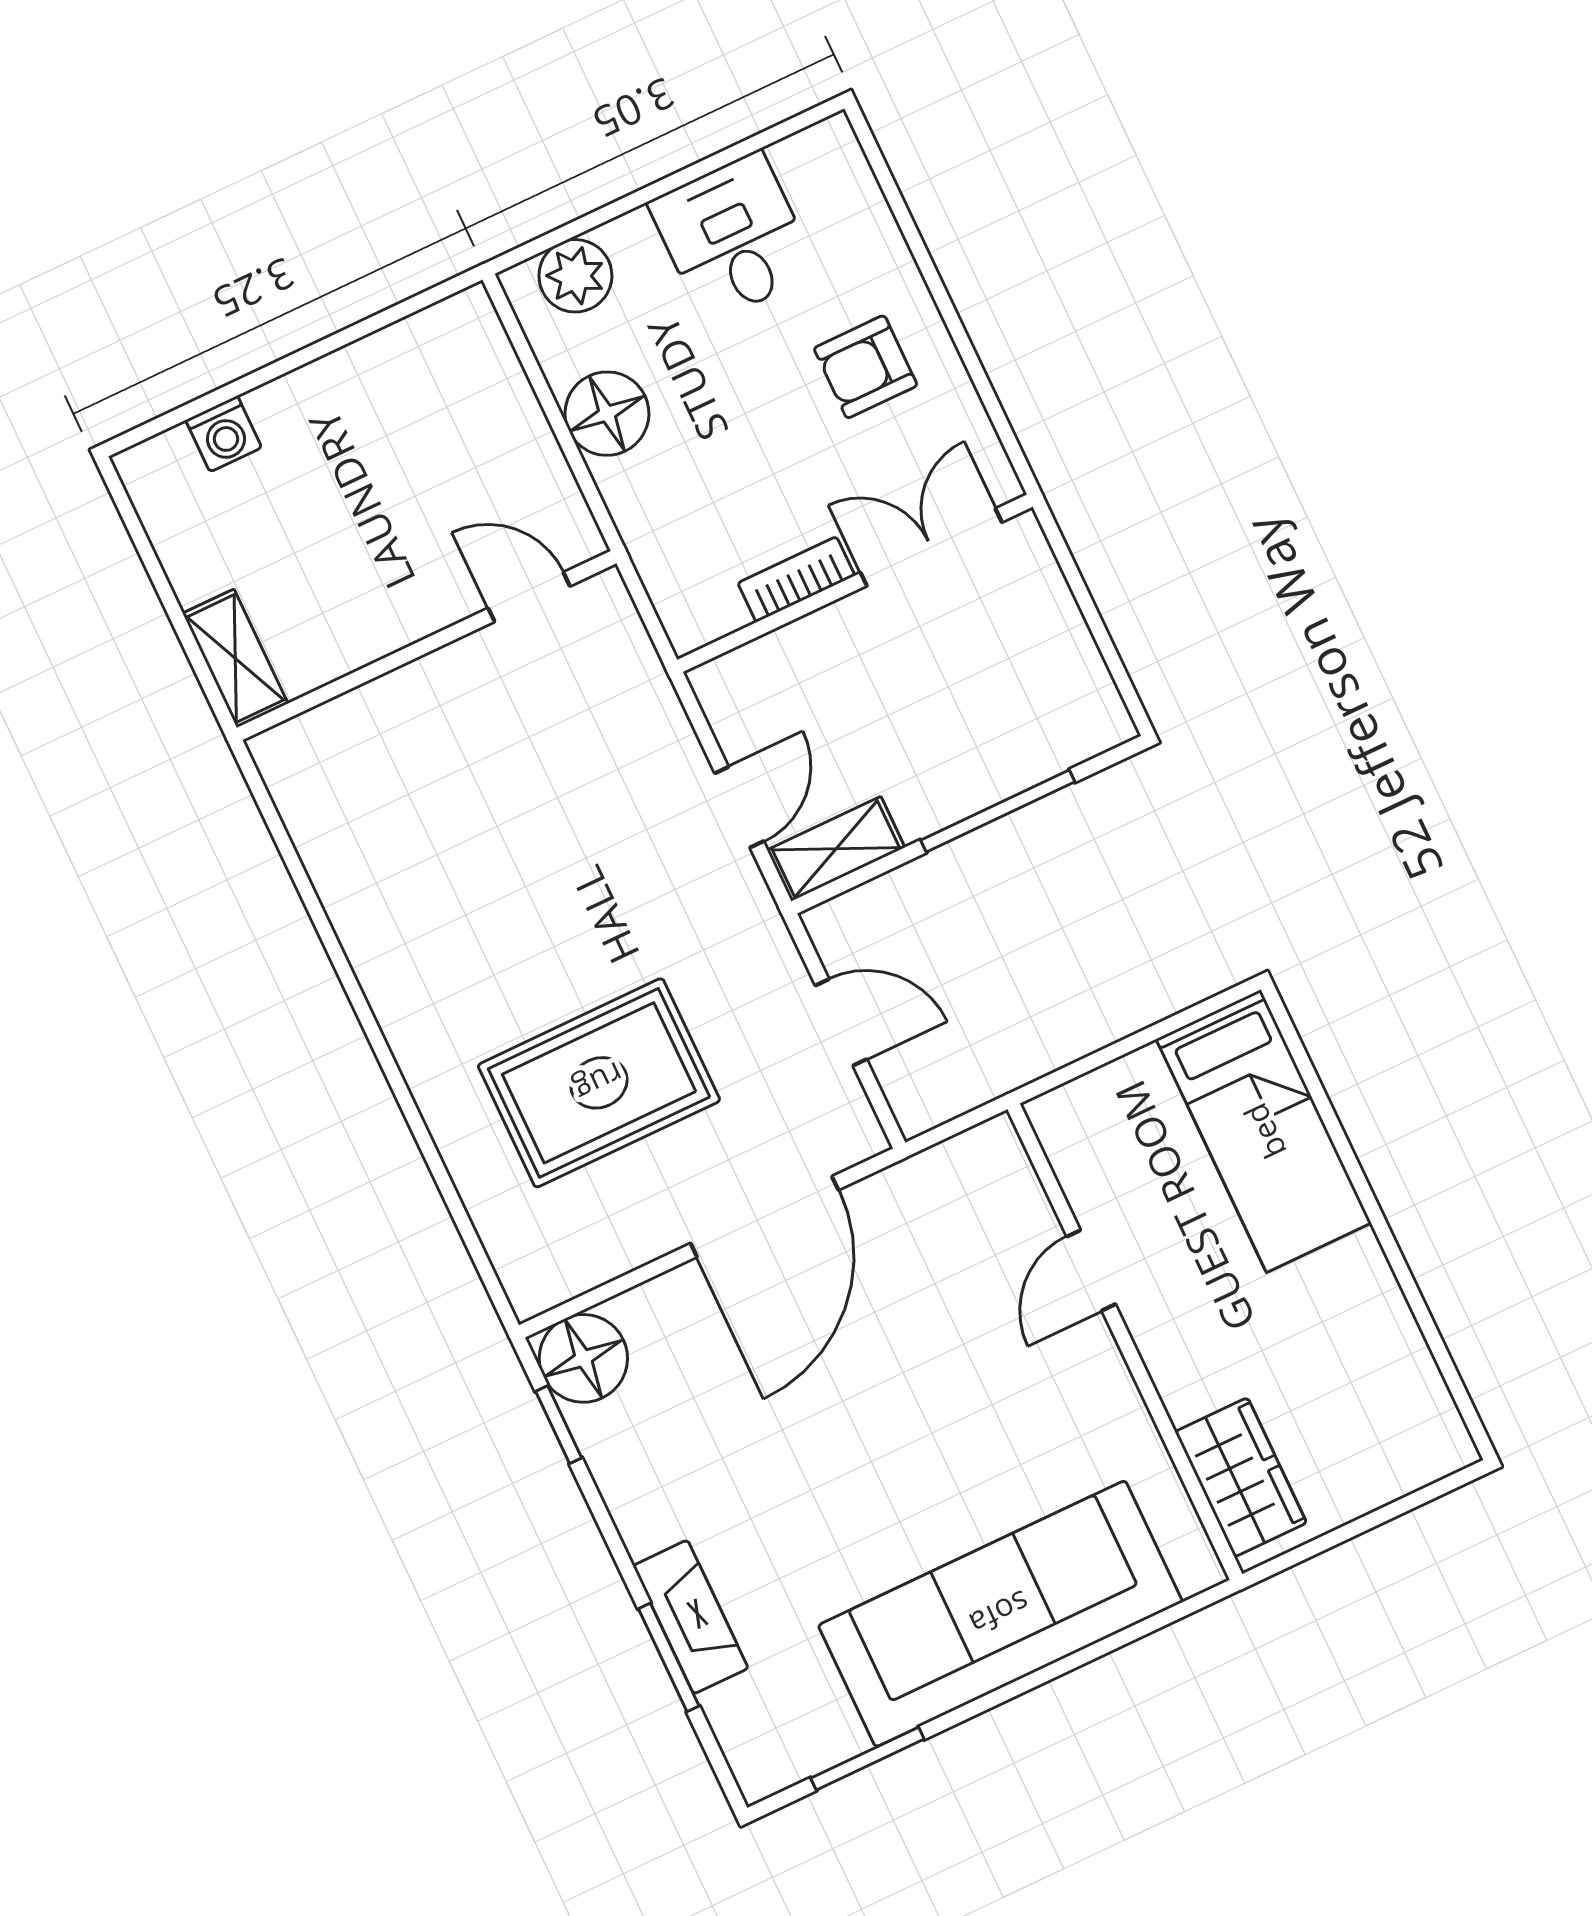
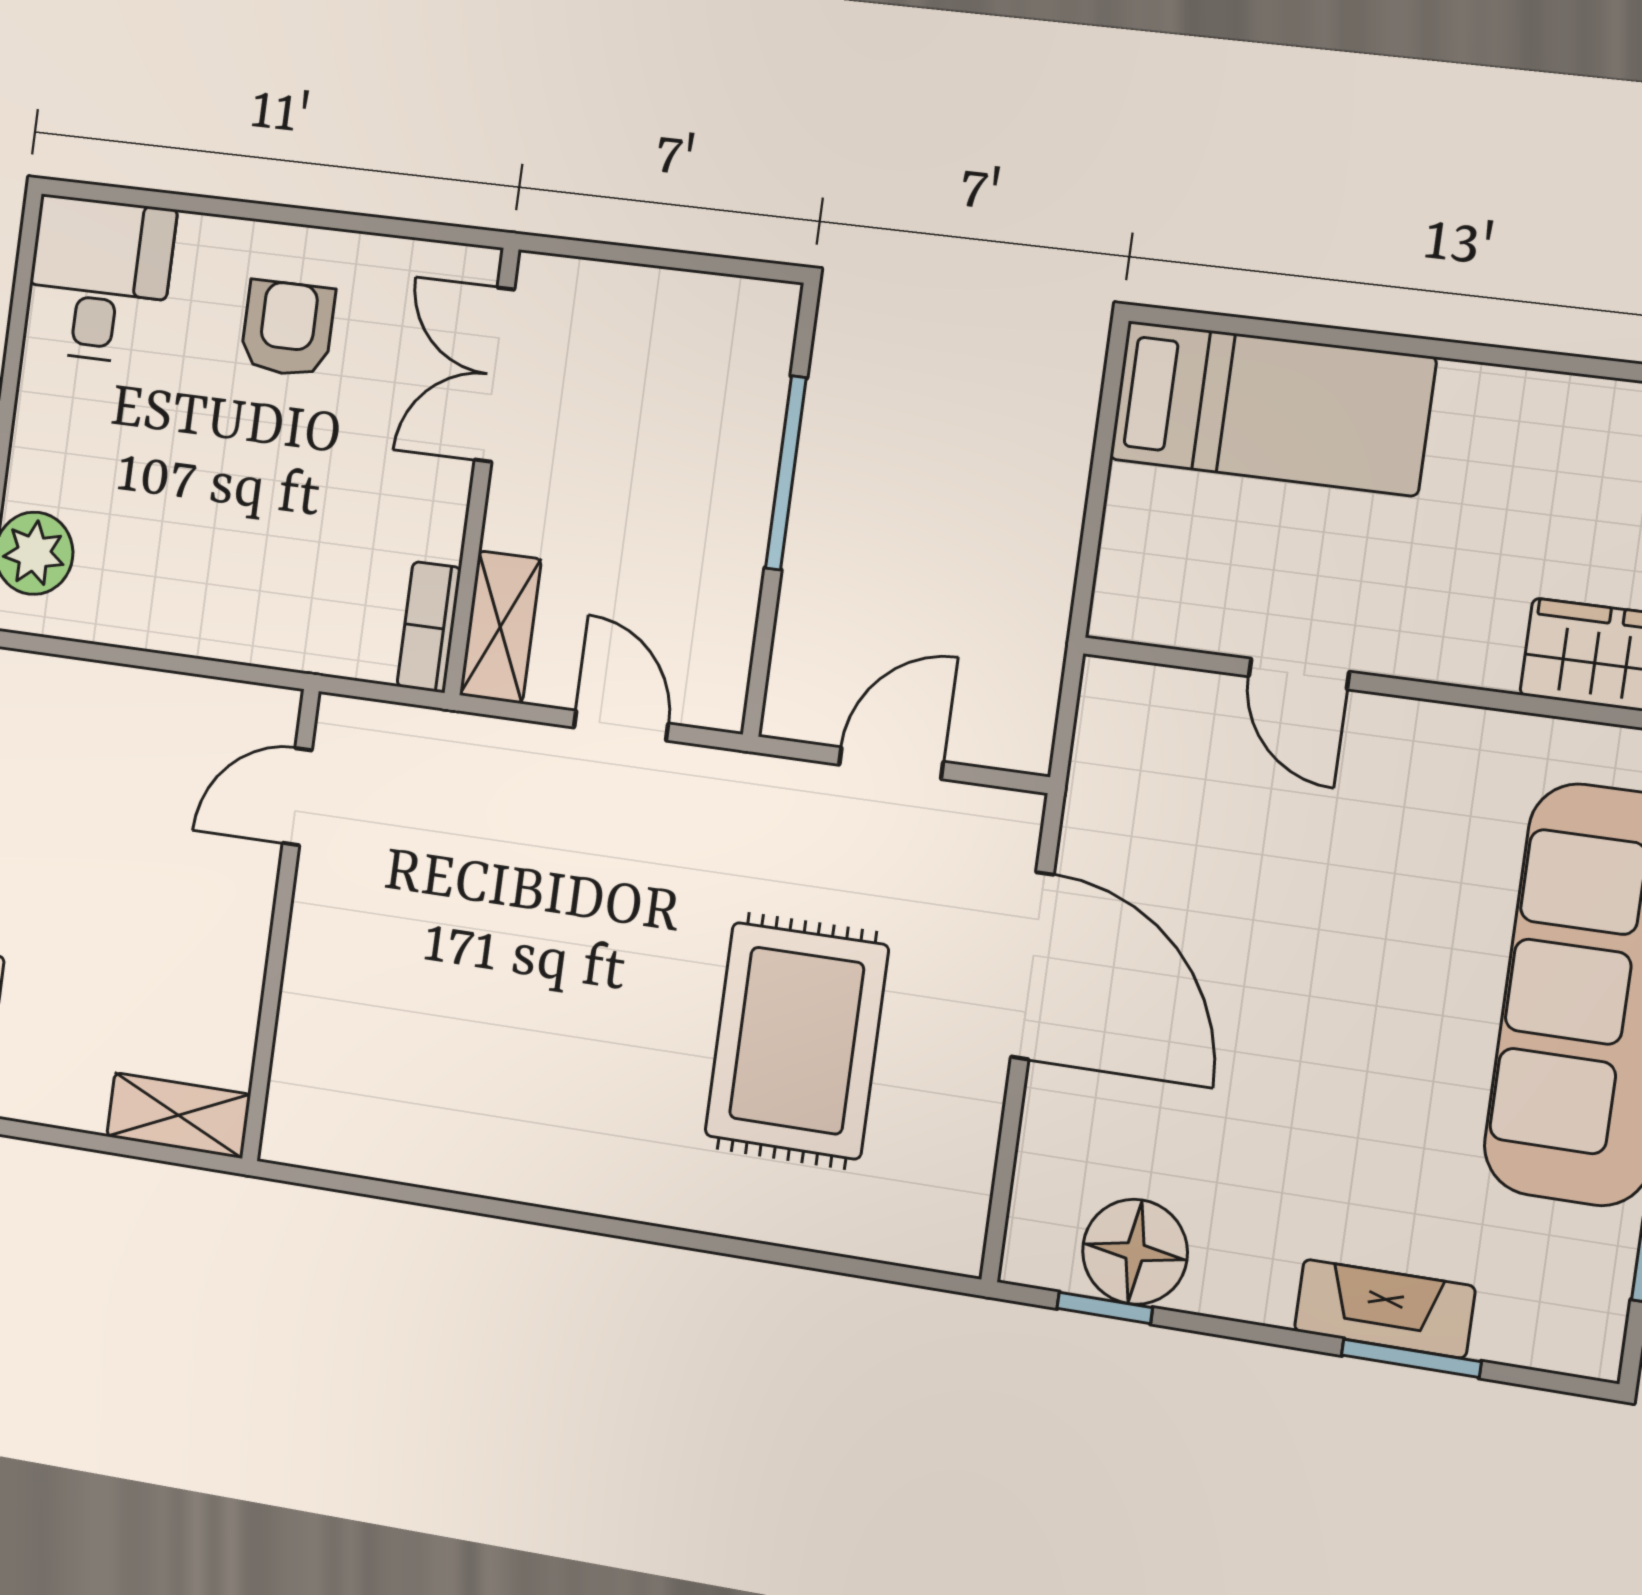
desk: (733, 237) -> (99, 280), moved, turned 90
armchair: (866, 367) -> (288, 329), turned 180
floor lamp: (607, 414) -> (176, 608), removed
bookcase: (796, 579) -> (429, 627), moved
shelving: (836, 849) -> (500, 627), moved
floor lamp: (583, 1358) -> (1135, 1252), moved

